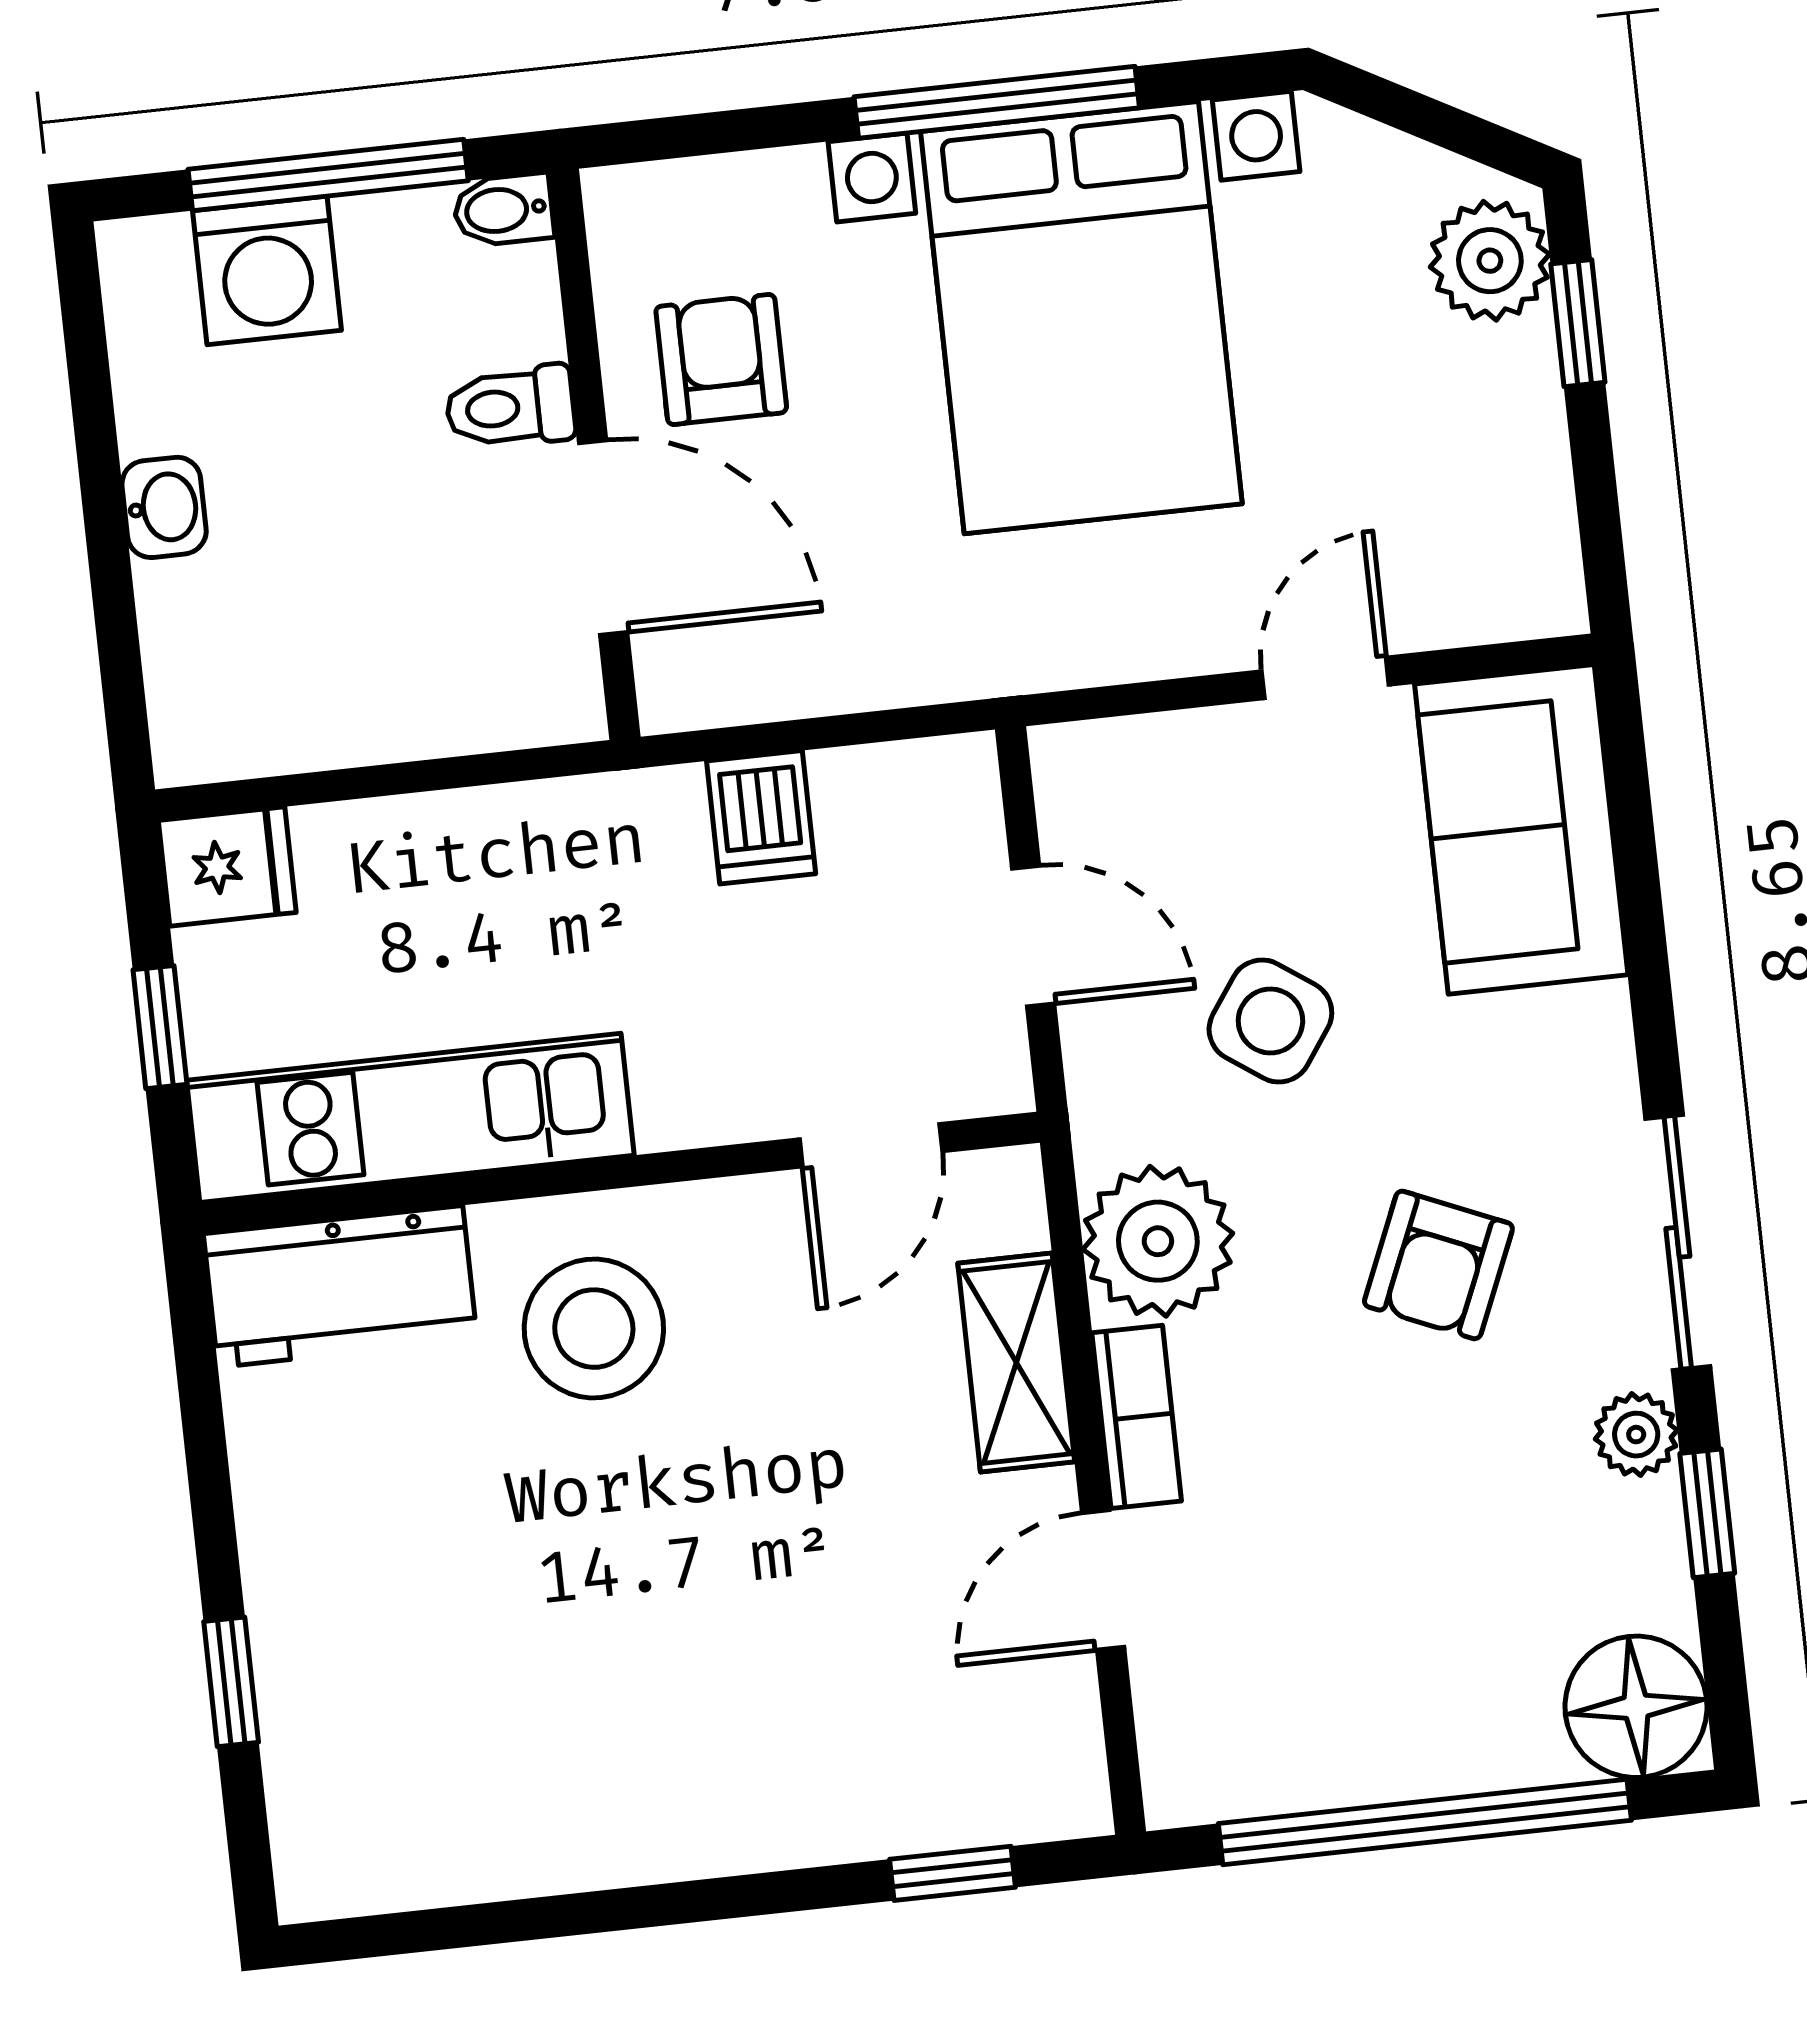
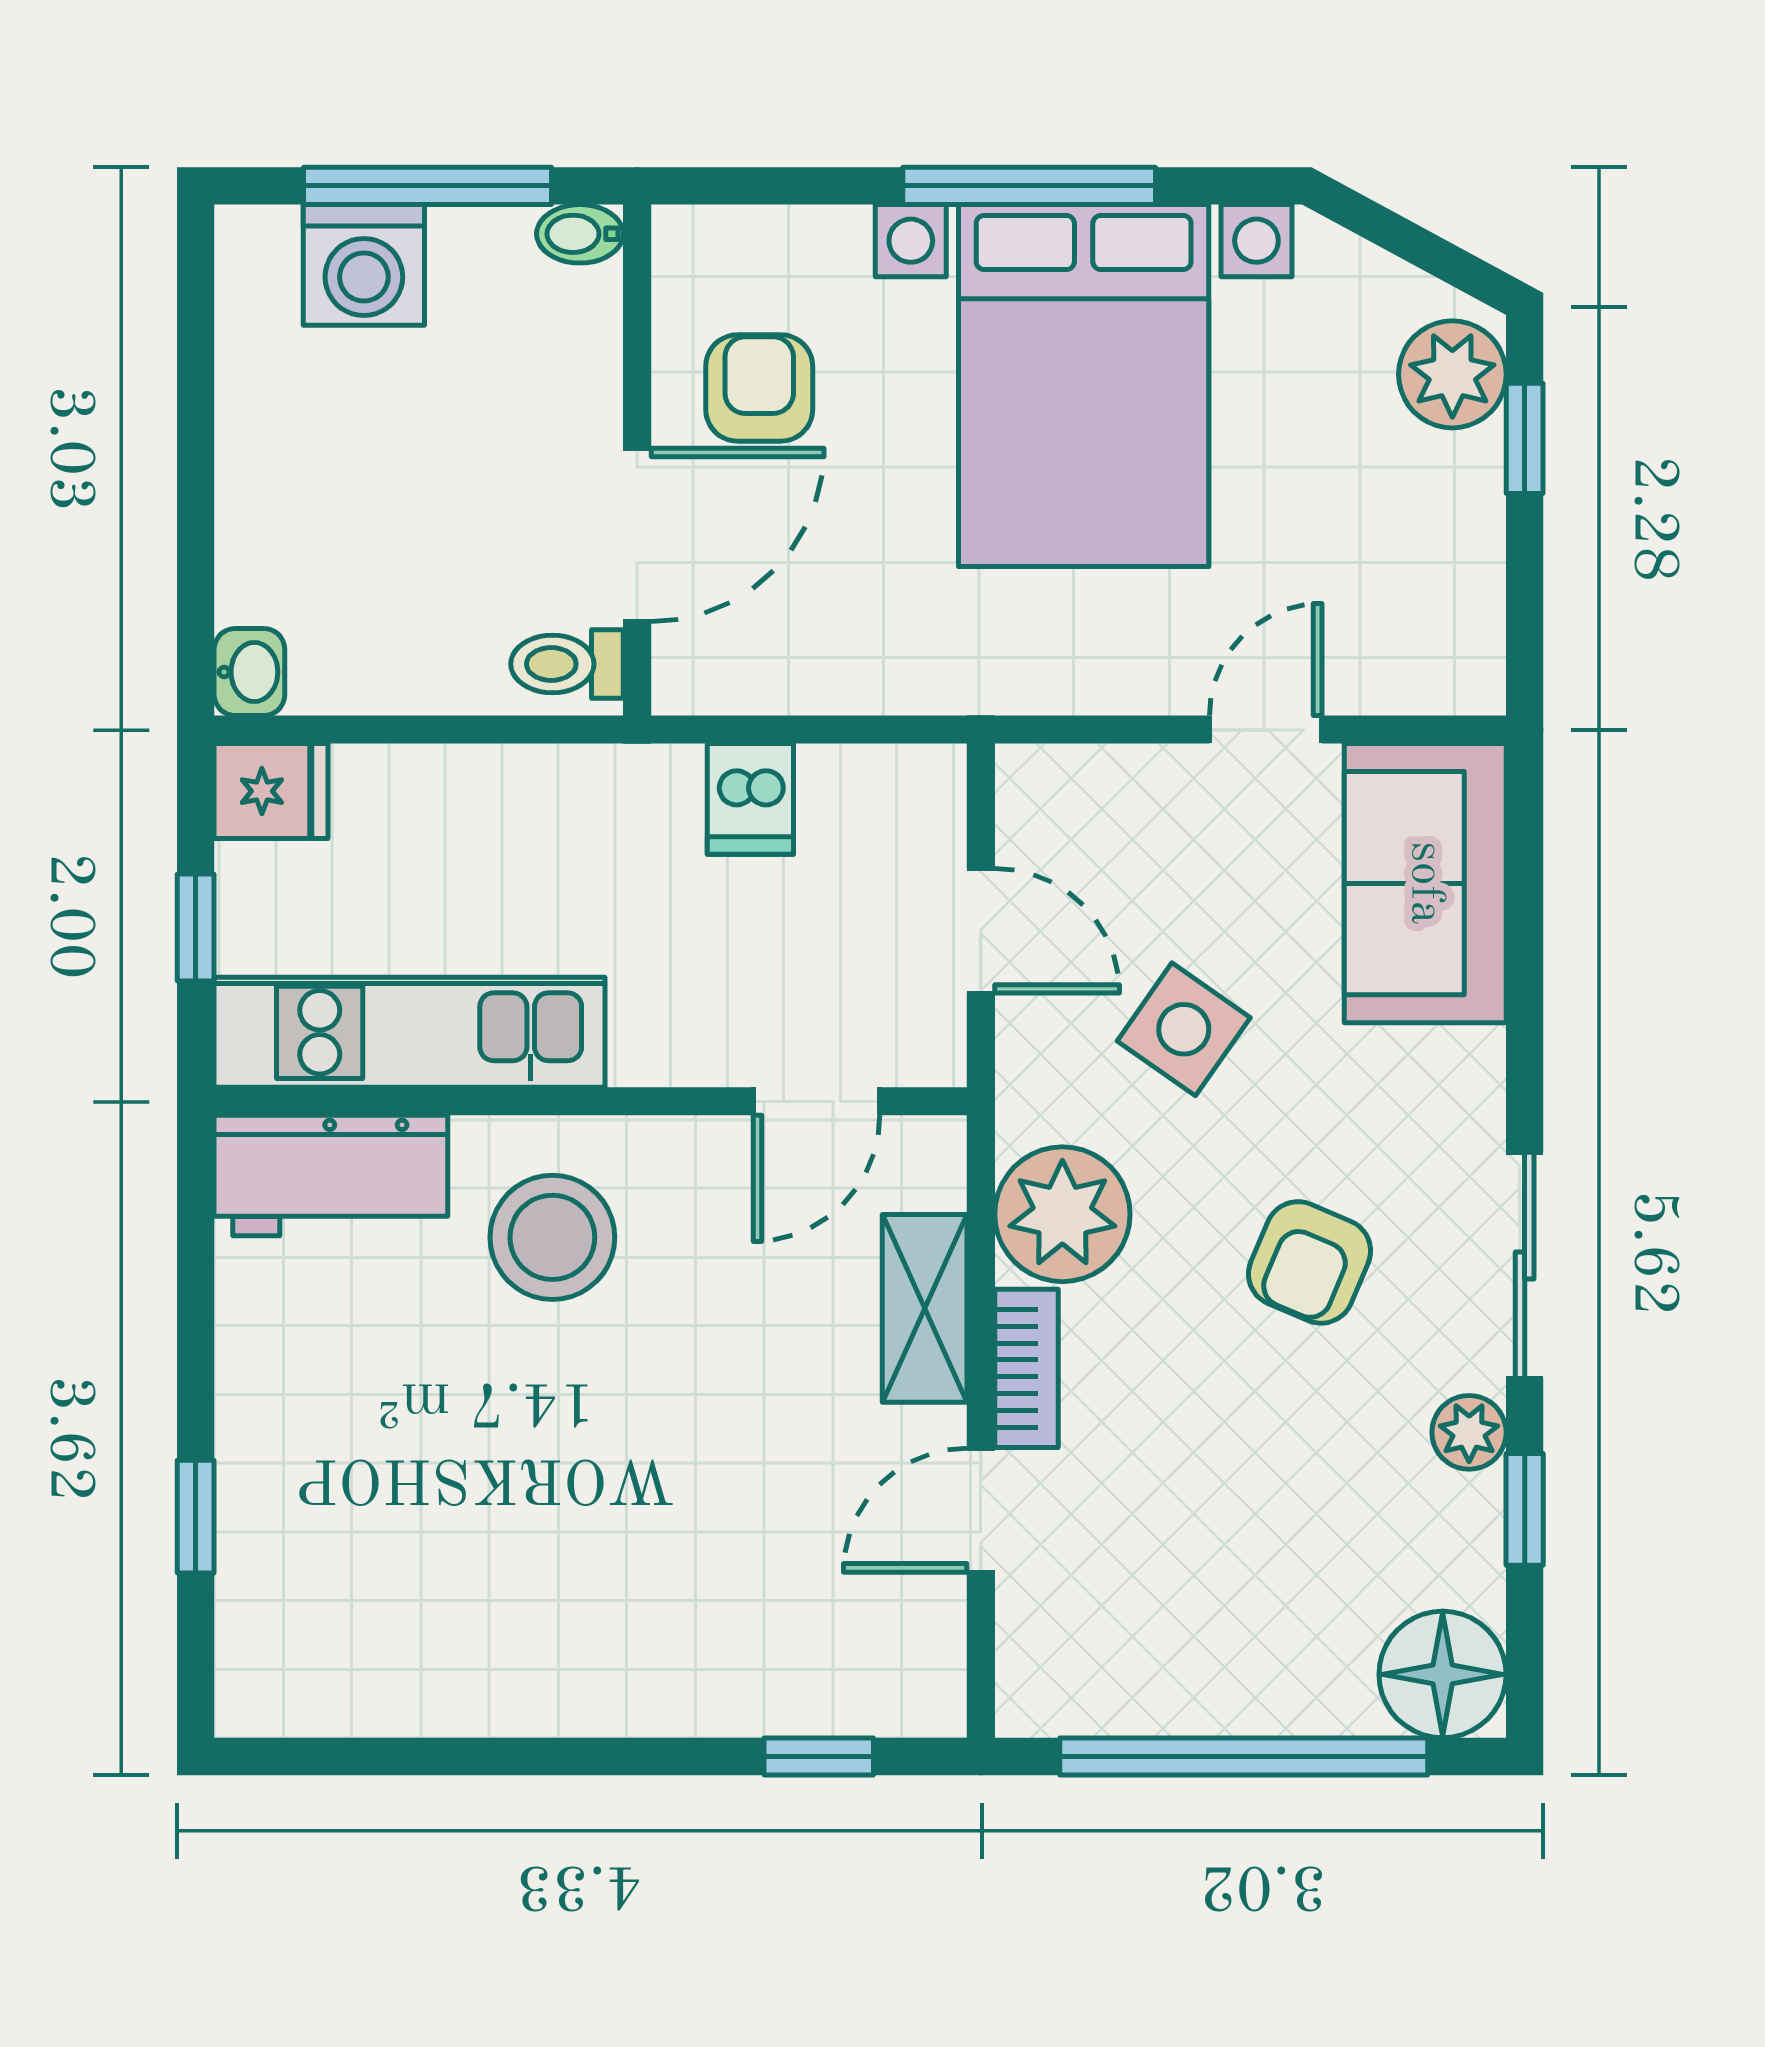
toilet: (510, 407) -> (567, 664), moved
washbasin: (164, 507) -> (249, 672), moved
door: (603, 537) -> (637, 535), hinge flipped

